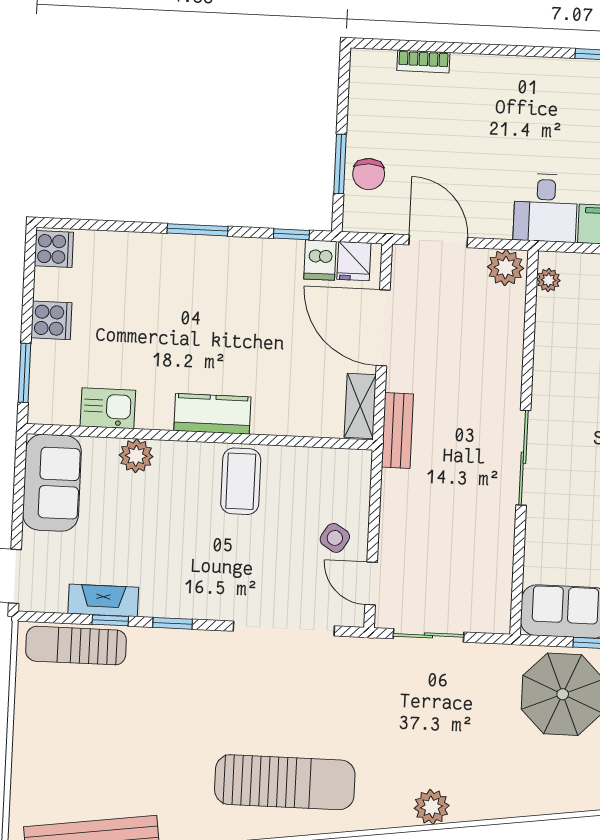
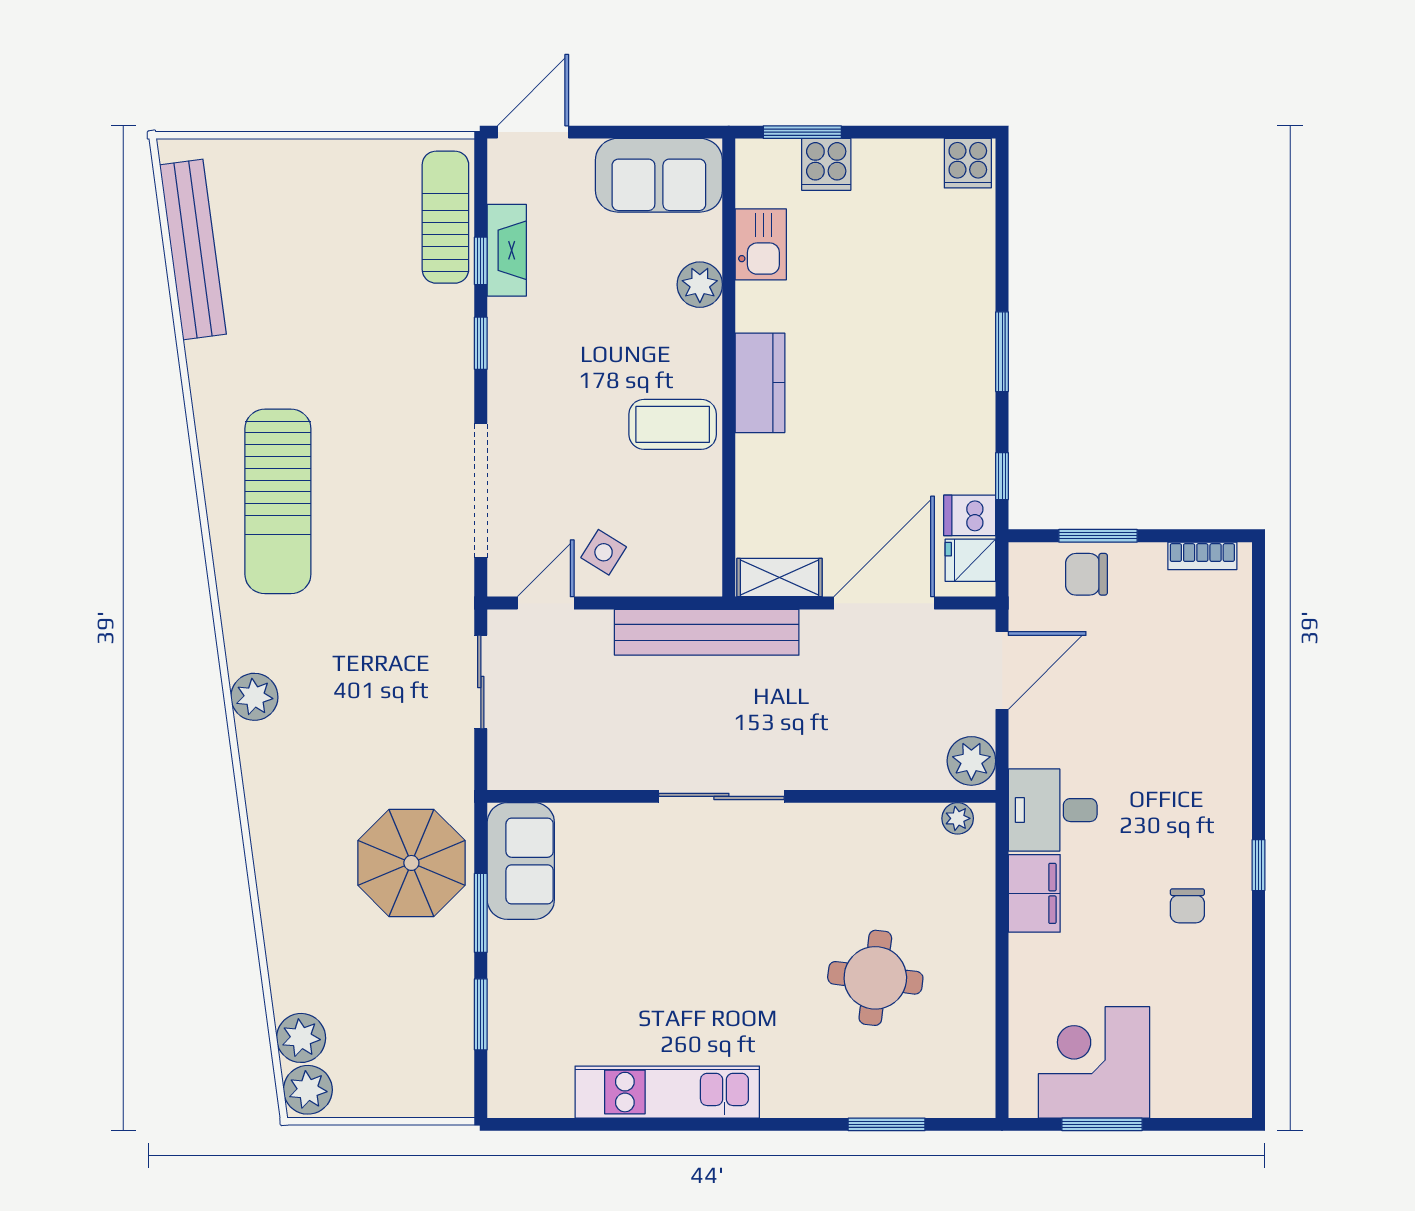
bookcase: (423, 62) -> (1202, 556), moved, turned -90
cooker: (51, 320) -> (826, 164), moved
bench: (397, 431) -> (707, 632), width x1.86, depth x1.21

